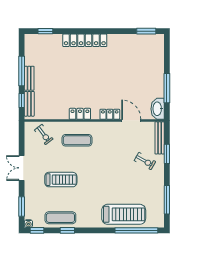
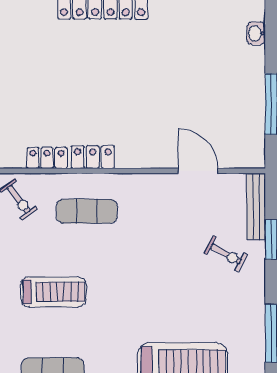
washbasin: (158, 109) -> (256, 33), moved, width x0.52, depth x0.69
locker: (110, 114) -> (47, 158), moved

